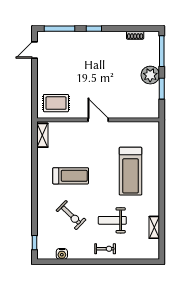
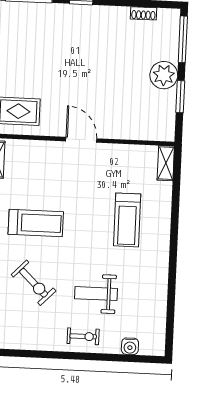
treadmill: (131, 171) -> (127, 220), width x0.73, depth x0.73
shelving: (154, 227) -> (166, 163), moved
water cooler: (62, 254) -> (130, 346), moved

